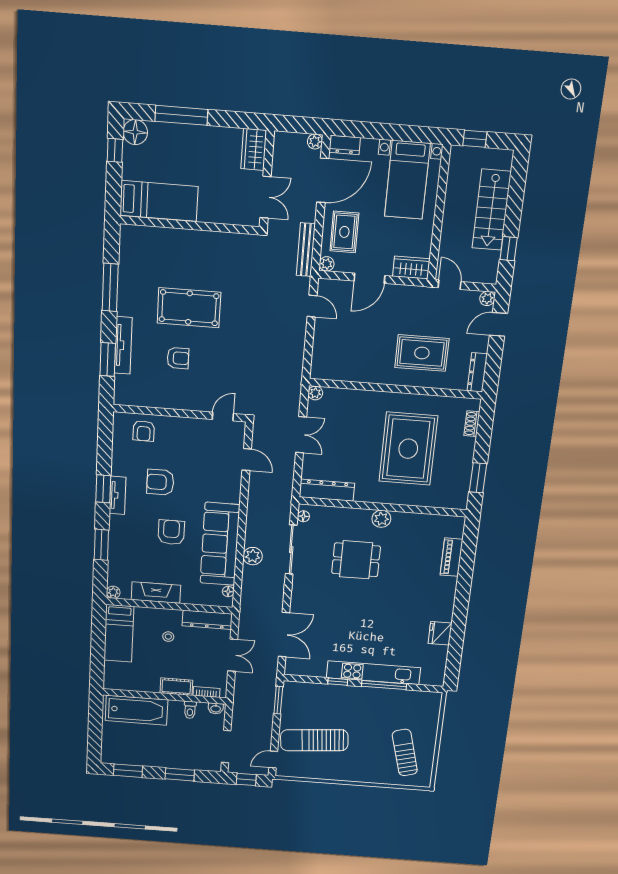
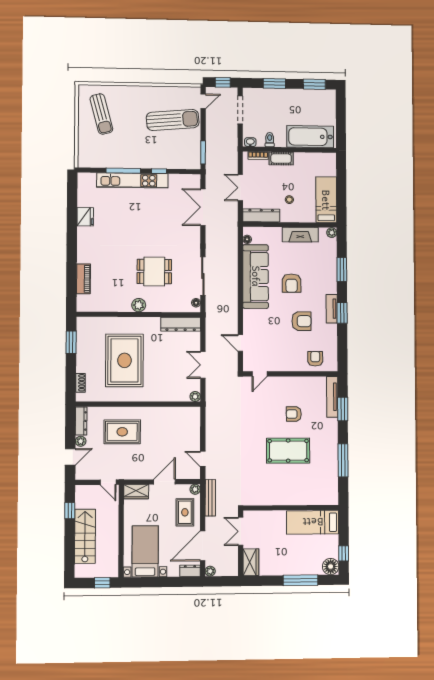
plant: (487, 298) -> (81, 441), moved
tv unit: (123, 345) -> (332, 397), moved
plant: (253, 556) -> (231, 269), removed

